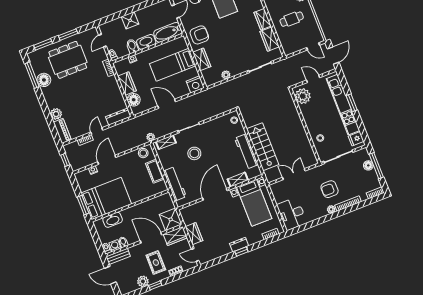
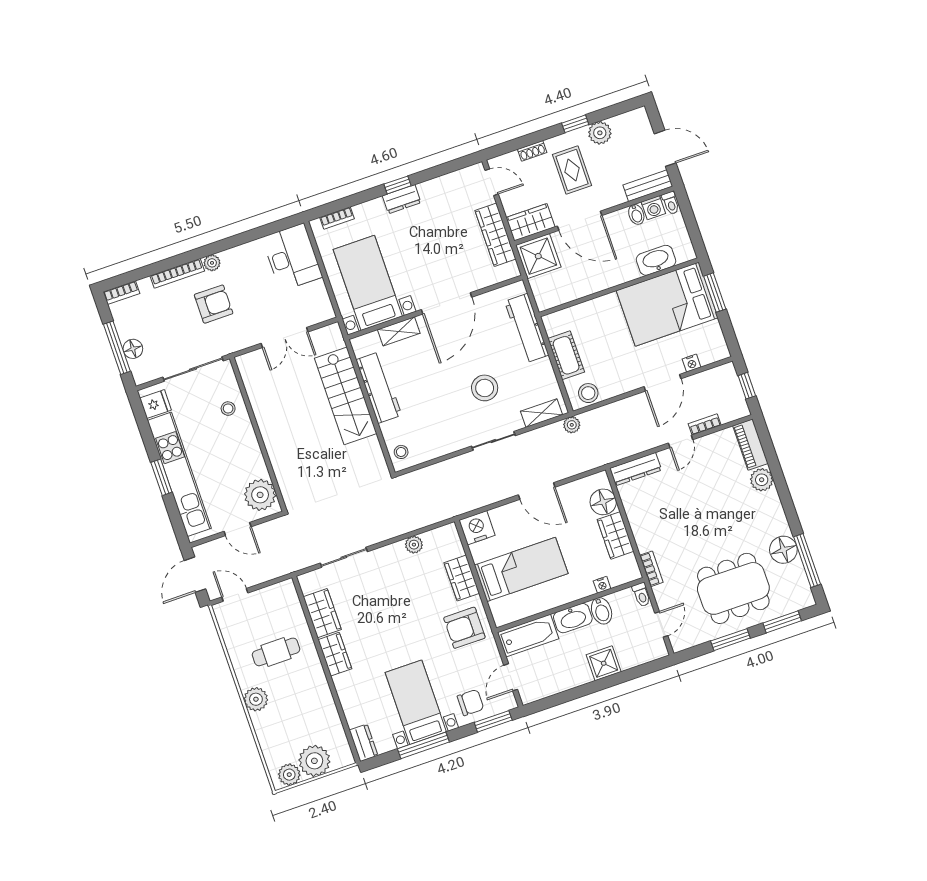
wardrobe: (194, 234) -> (495, 235), width x1.50

